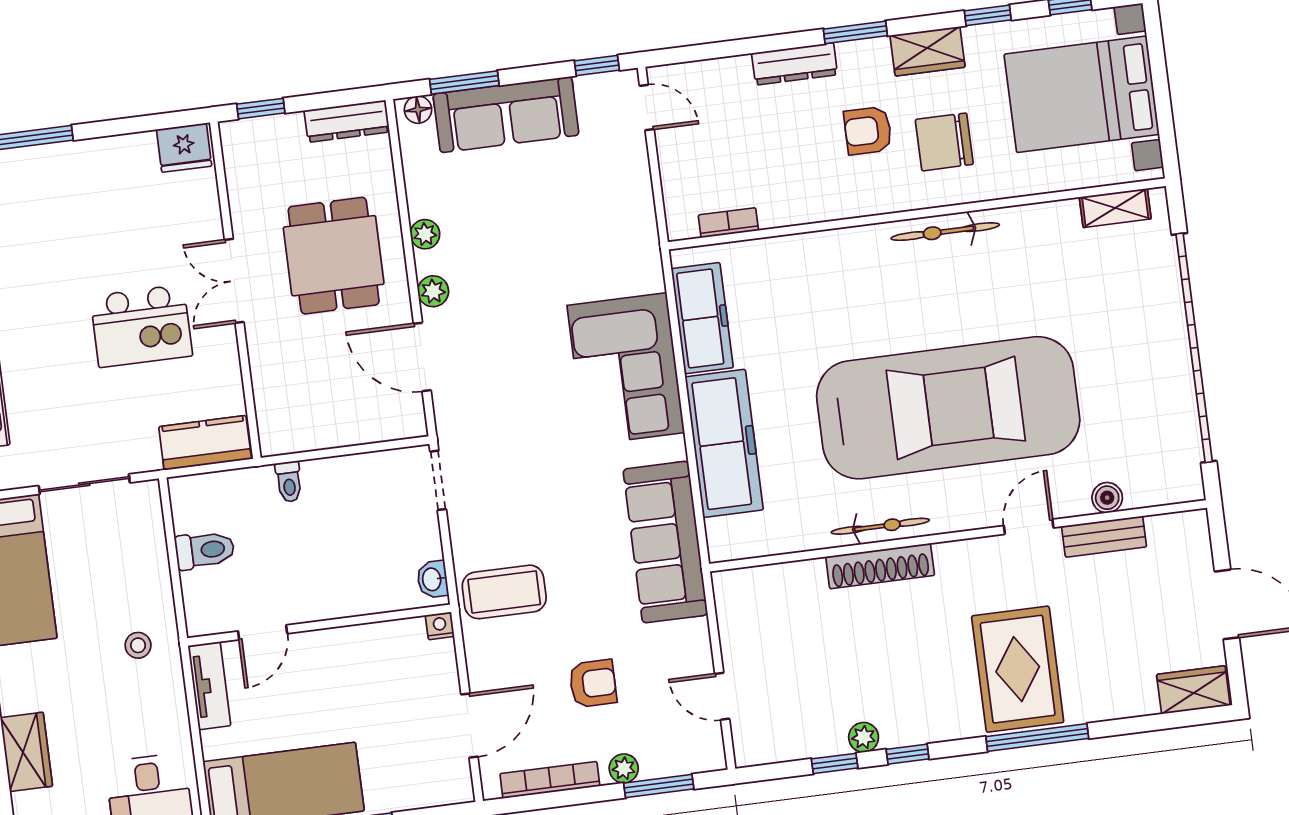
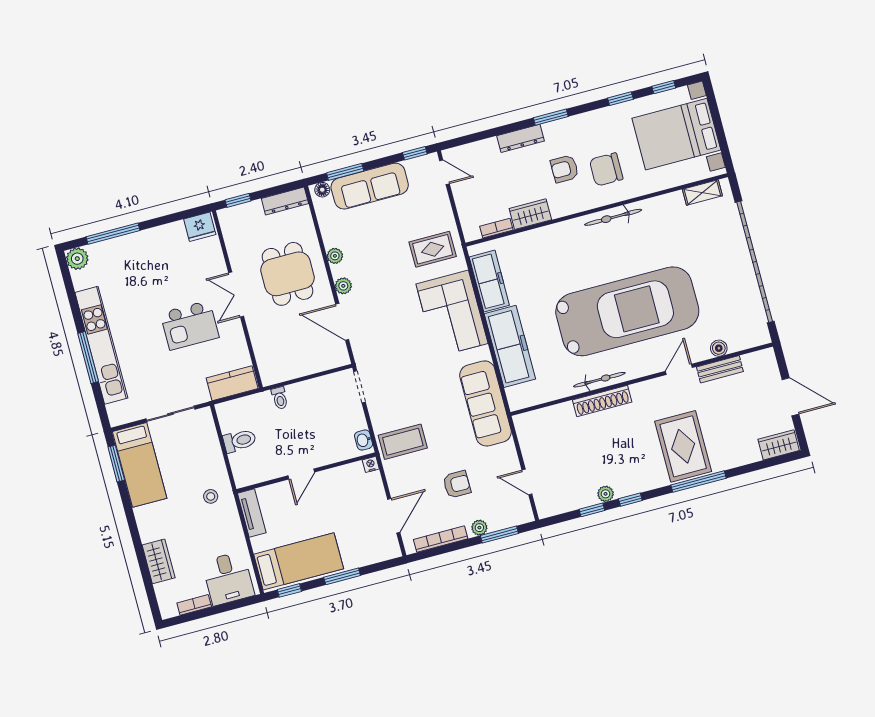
wardrobe: (928, 51) -> (530, 214), moved, turned 180
rug: (606, 246) -> (433, 249), added
door: (263, 632) -> (301, 474), moved

